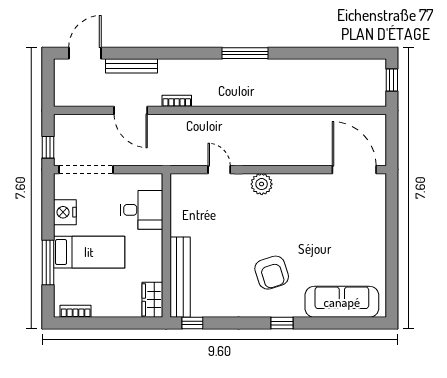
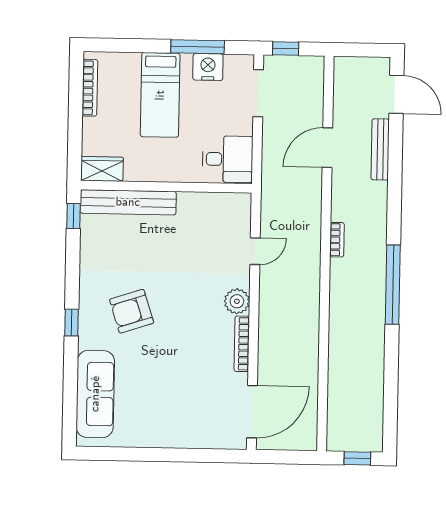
window: (245, 53) -> (393, 285), width x1.46
bookcase: (177, 101) -> (337, 240), moved
doorway: (86, 170) -> (258, 93), width x0.73
bookcase: (297, 179) -> (242, 344), added
desk: (142, 210) -> (227, 159), moved, turned -90
window: (48, 263) -> (198, 47), moved
bookcase: (76, 311) -> (90, 88), width x1.56

